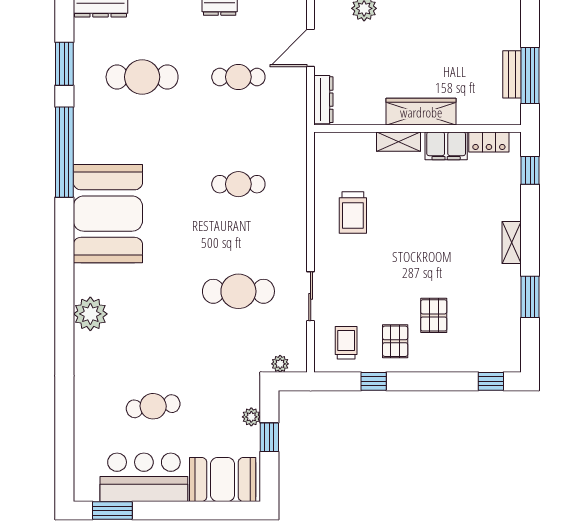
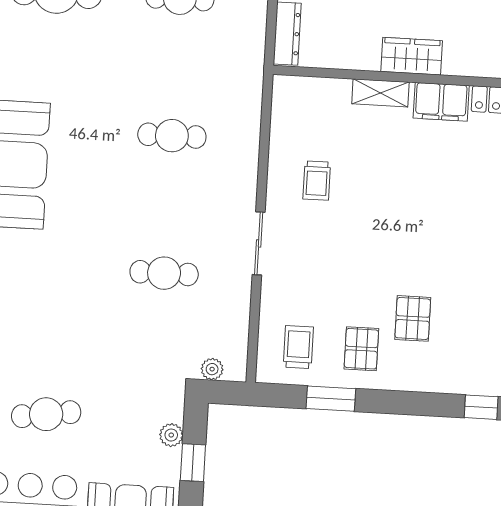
wardrobe: (421, 112) -> (412, 56), width x0.67
trolley: (353, 213) -> (317, 181), width x0.73, depth x0.72
cafe table: (238, 291) -> (164, 273), width x0.73, depth x0.74
sliding door: (311, 296) -> (259, 243), moved
window: (374, 381) -> (331, 399), width x1.50

